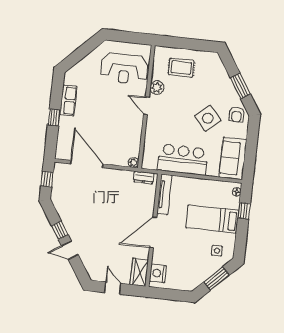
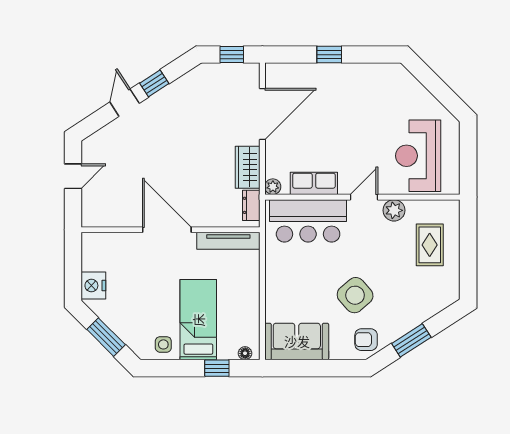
row of seats: (68, 101) -> (314, 183), moved, turned 180
bar counter: (183, 160) -> (308, 221), moved, turned 90
side table: (217, 251) -> (163, 344), moved
wardrobe: (139, 272) -> (248, 167), moved, turned -90
nightstand: (158, 273) -> (93, 286), moved, turned -90

